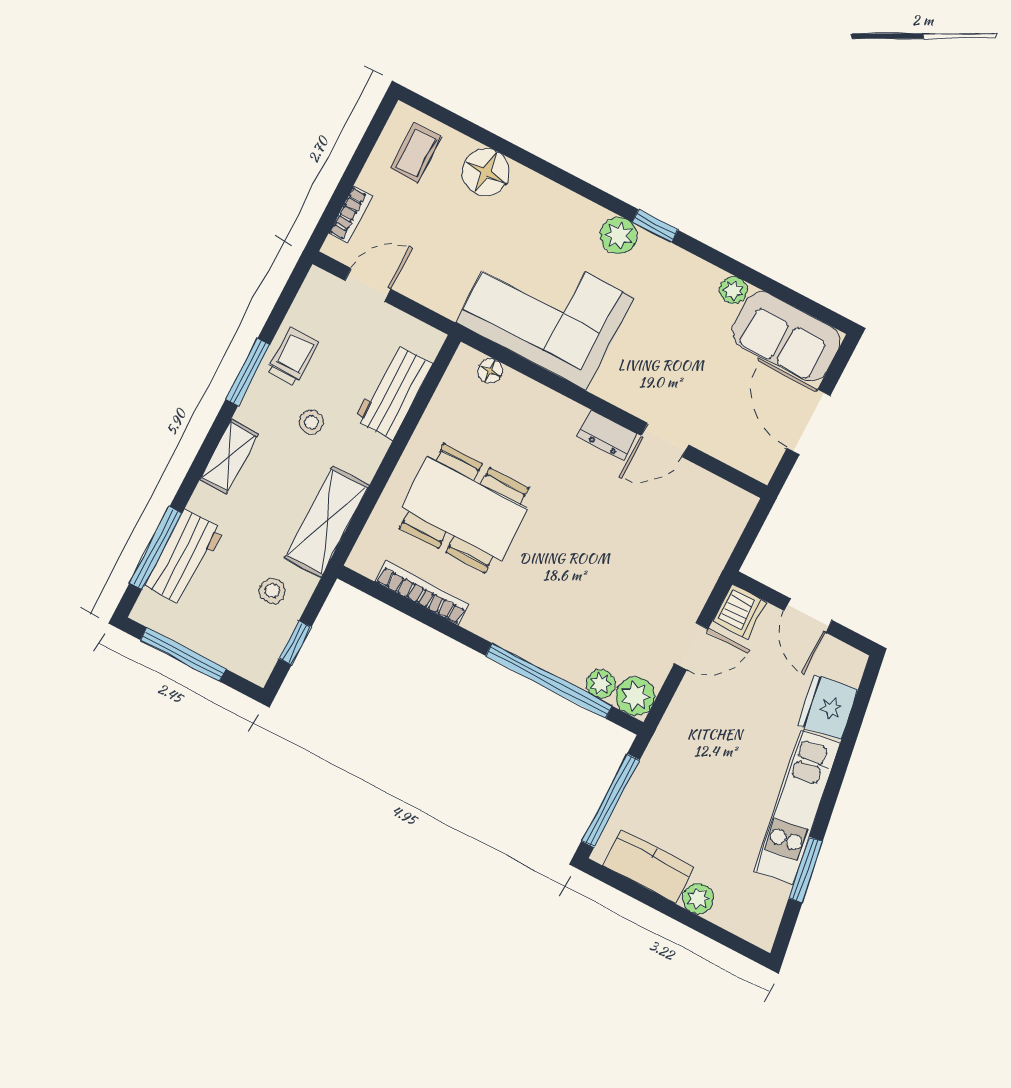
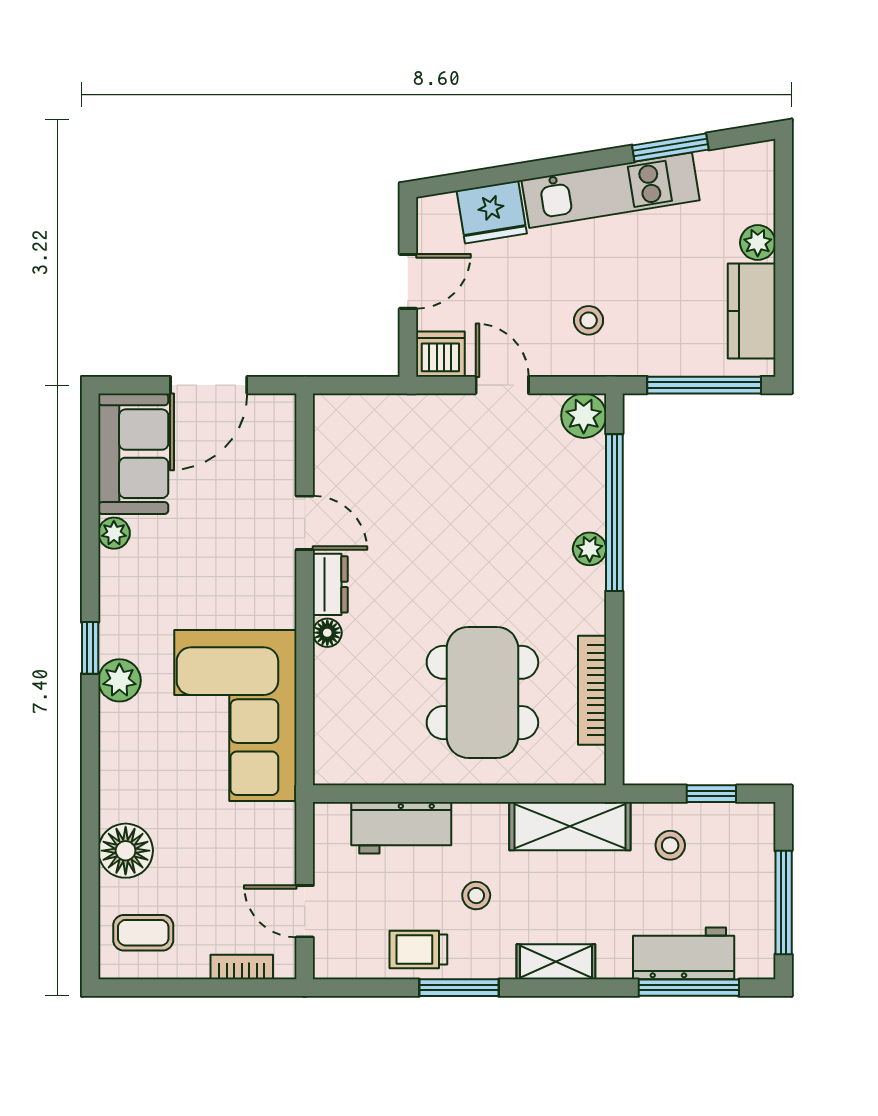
floor lamp: (490, 371) -> (327, 633), moved
plant: (601, 684) -> (590, 549), moved
stool: (706, 738) -> (589, 320), added

